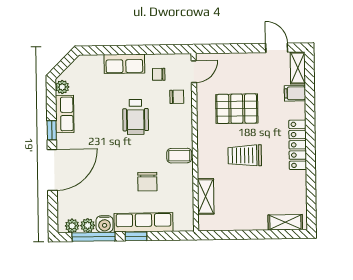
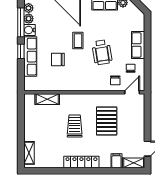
door: (194, 72) -> (132, 92), swing flipped
wheelchair: (136, 117) -> (102, 52), turned -99
coffee table: (179, 156) -> (78, 41), moved

